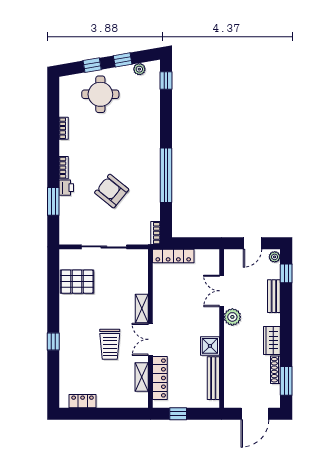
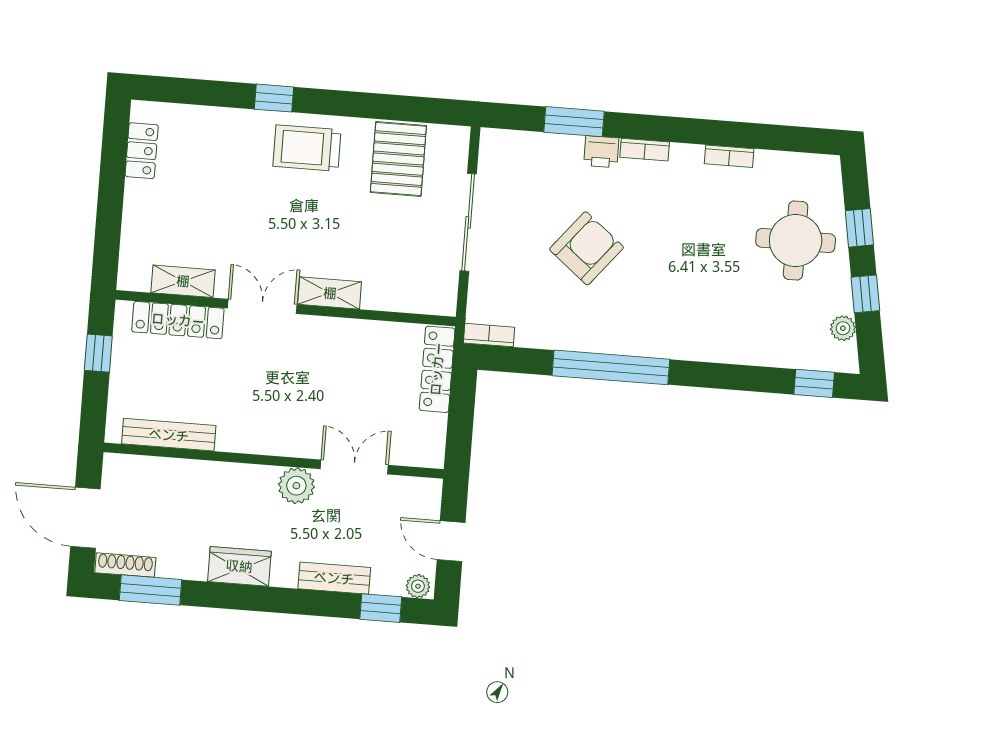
trolley: (110, 344) -> (307, 148), moved
shower: (210, 346) -> (238, 433), removed
shoe rack: (275, 370) -> (125, 565), moved

